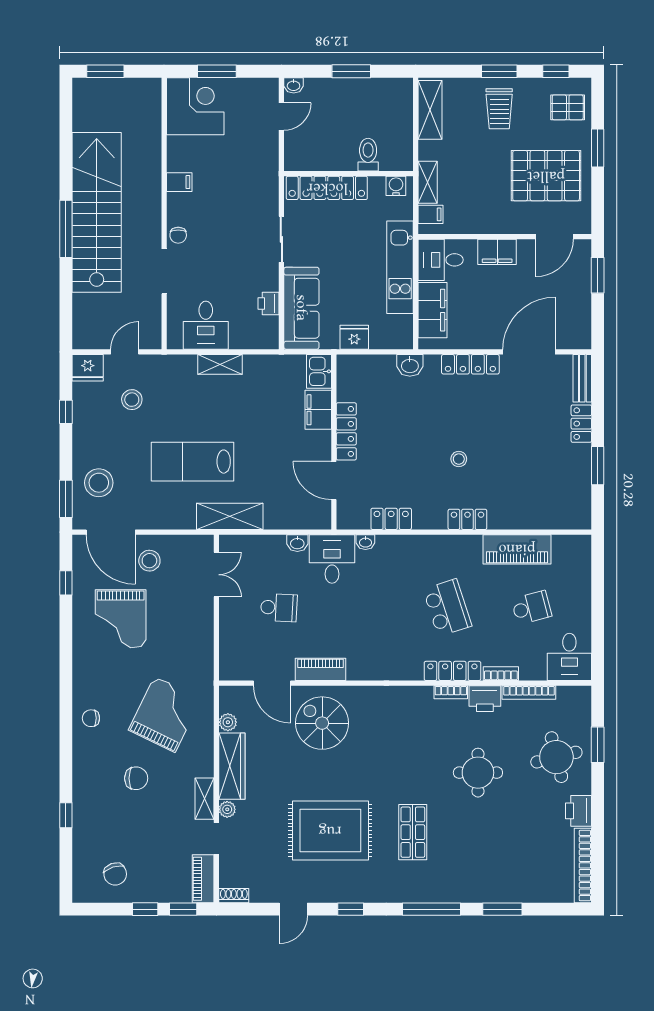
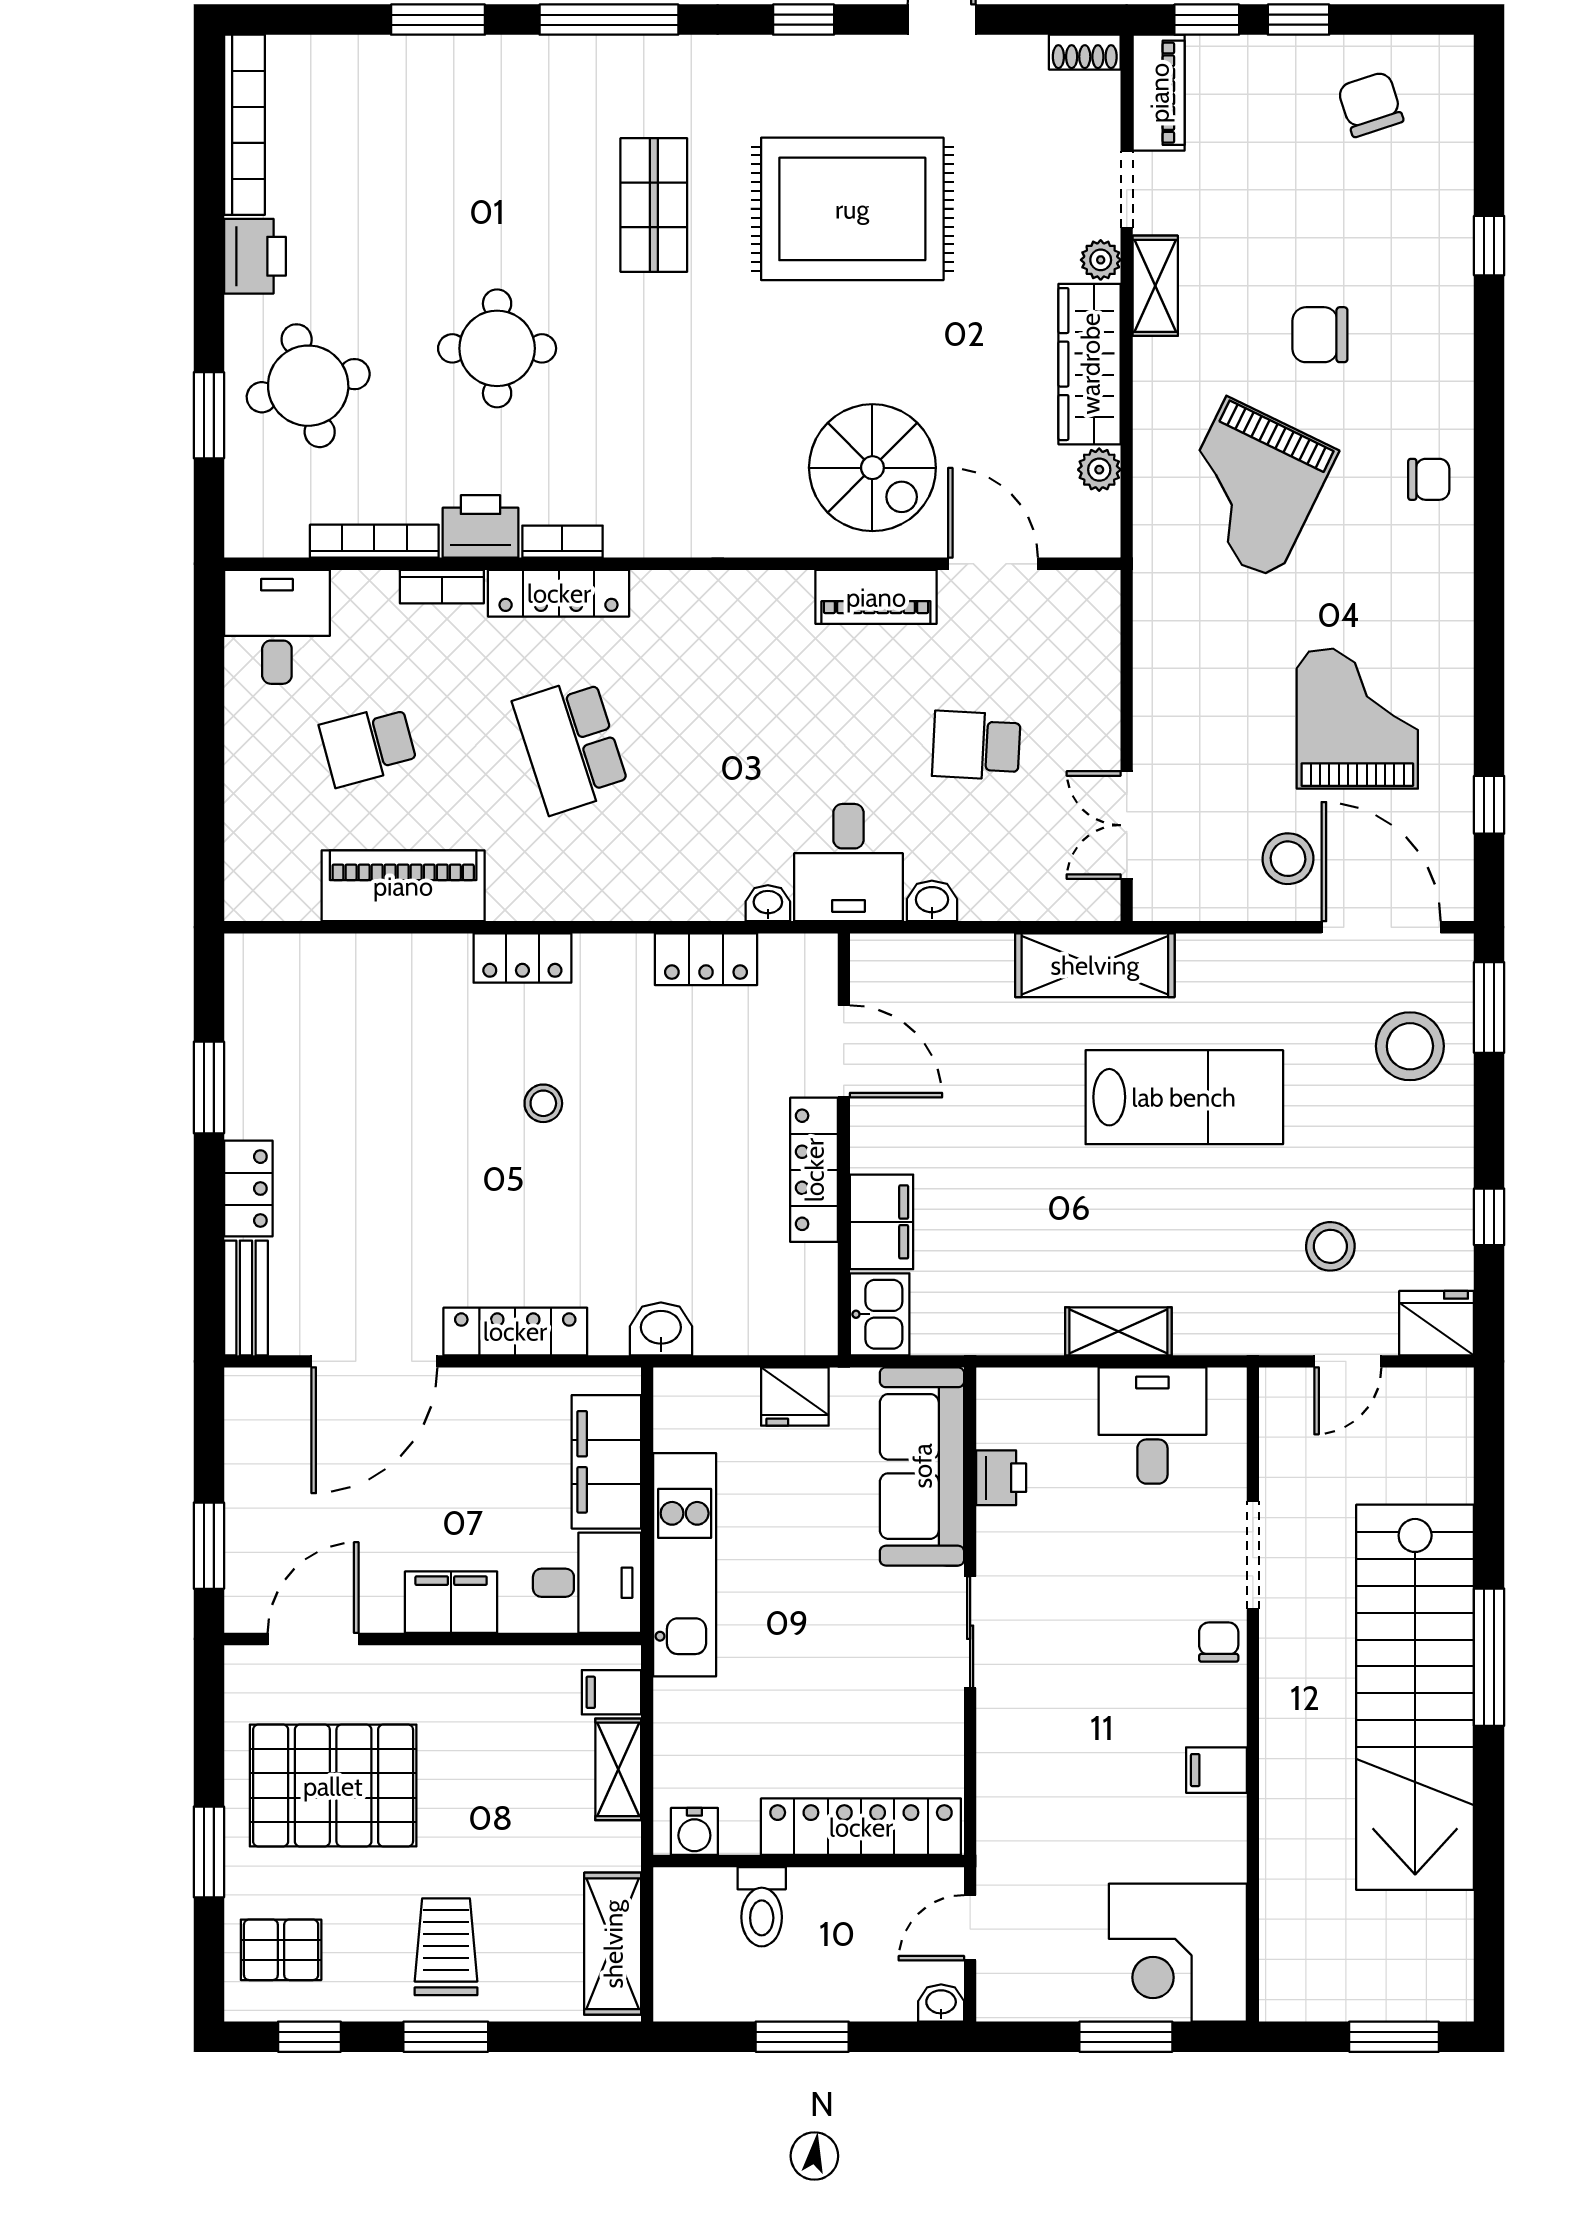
toilet: (368, 155) -> (762, 1907), moved
wall: (349, 174) -> (809, 1861), moved
water cooler: (396, 186) -> (694, 1831), moved
locker: (327, 188) -> (861, 1827), moved

